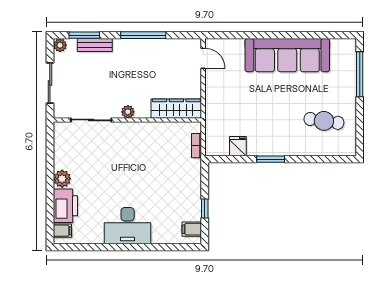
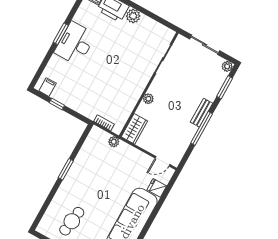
bench: (95, 45) -> (201, 113), moved
wardrobe: (176, 109) -> (134, 129), width x0.67
plant: (128, 112) -> (148, 99), moved
plant: (211, 123) -> (114, 142), added
fridge: (238, 146) -> (157, 188), moved, turned 180
window: (126, 247) -> (61, 34), added

